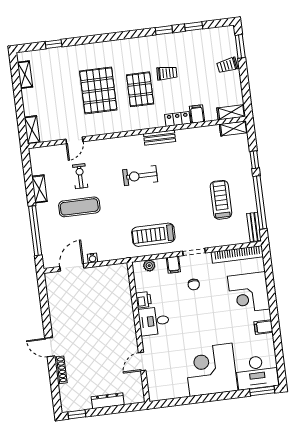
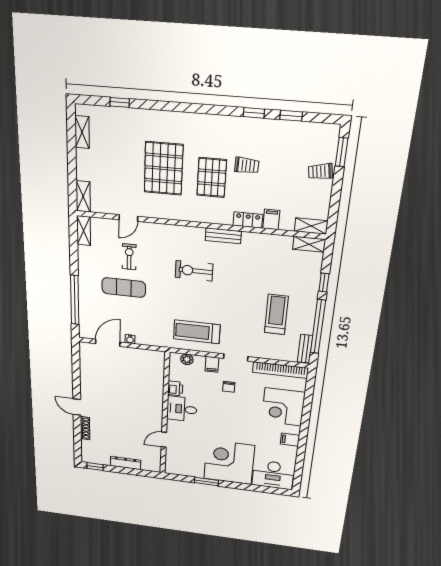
shelving: (39, 189) -> (84, 231), moved
window: (262, 391) -> (206, 481), moved

